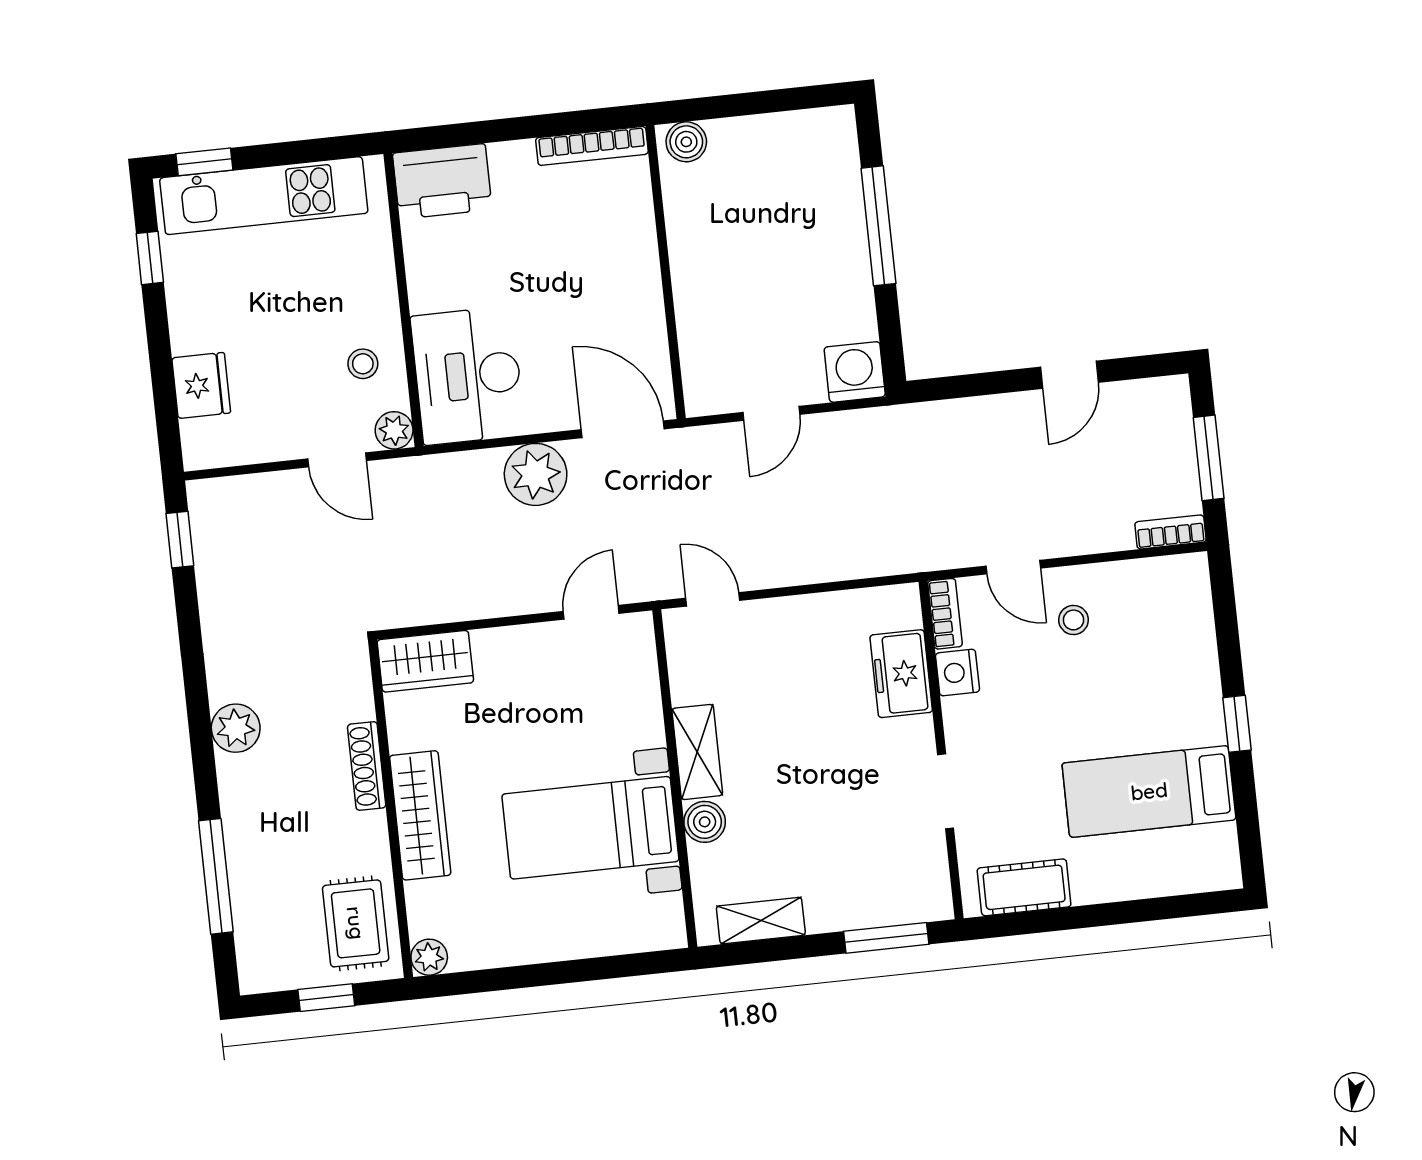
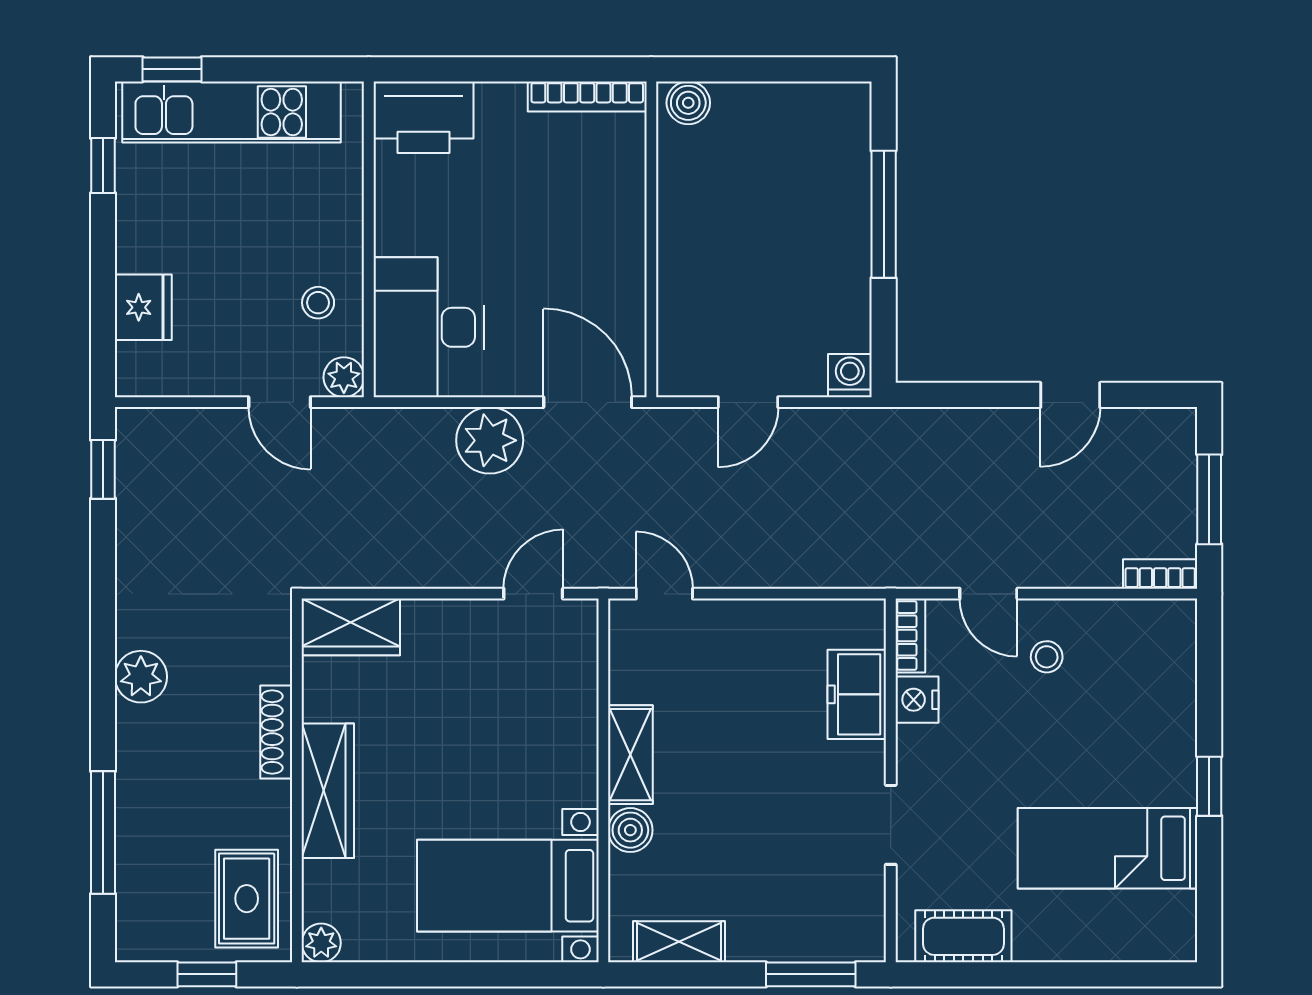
washing machine: (855, 372) -> (850, 376), width x0.73, depth x0.73
bed with nightstands: (590, 828) -> (508, 886), moved

